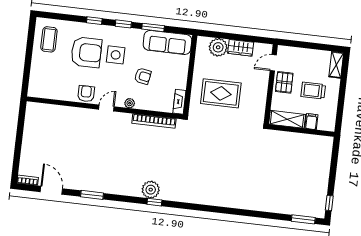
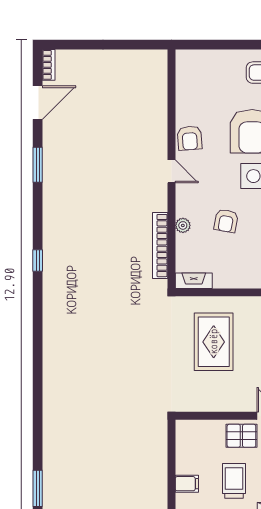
armchair: (86, 94) -> (190, 138), turned 86
plant: (130, 103) -> (183, 225), moved
shelving: (287, 119) -> (186, 447), removed
plant: (151, 190) -> (56, 253), removed

